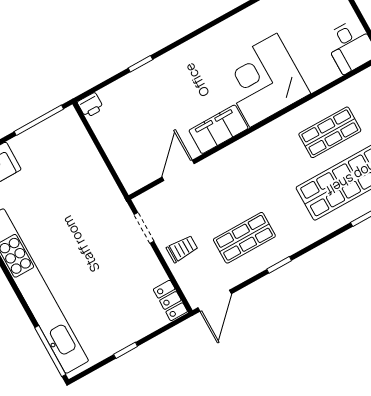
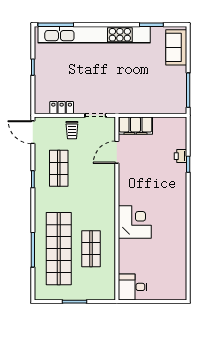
corner desk: (263, 80) -> (135, 222), width x0.74, depth x0.74
printer: (91, 105) -> (180, 156), moved
filing cabinet: (218, 129) -> (135, 126), moved, turned 90
door: (178, 170) -> (117, 152), swing flipped
locker: (170, 300) -> (62, 108), moved

